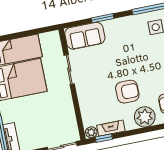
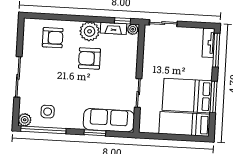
sofa: (85, 36) -> (109, 120), width x1.36
plant: (145, 117) -> (90, 31), moved

